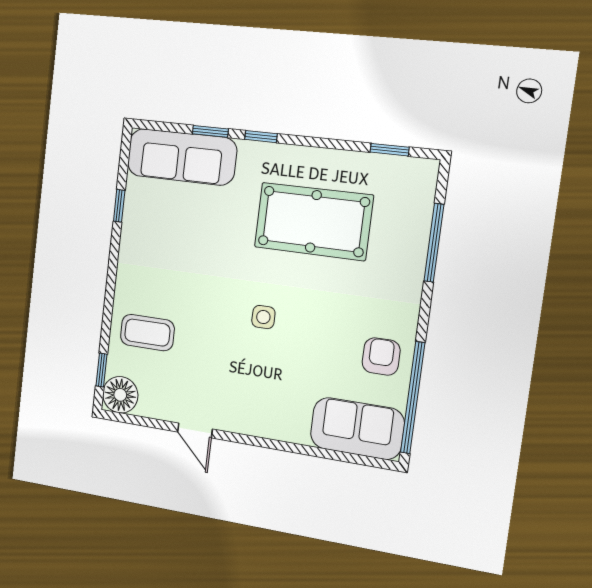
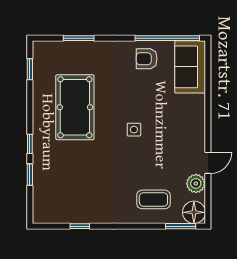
sofa: (182, 157) -> (46, 190), removed
window: (434, 243) -> (79, 38), width x0.69
coffee table: (147, 333) -> (153, 199), turned 90
window: (101, 370) -> (181, 226), width x1.50
plant: (165, 405) -> (196, 183), added

